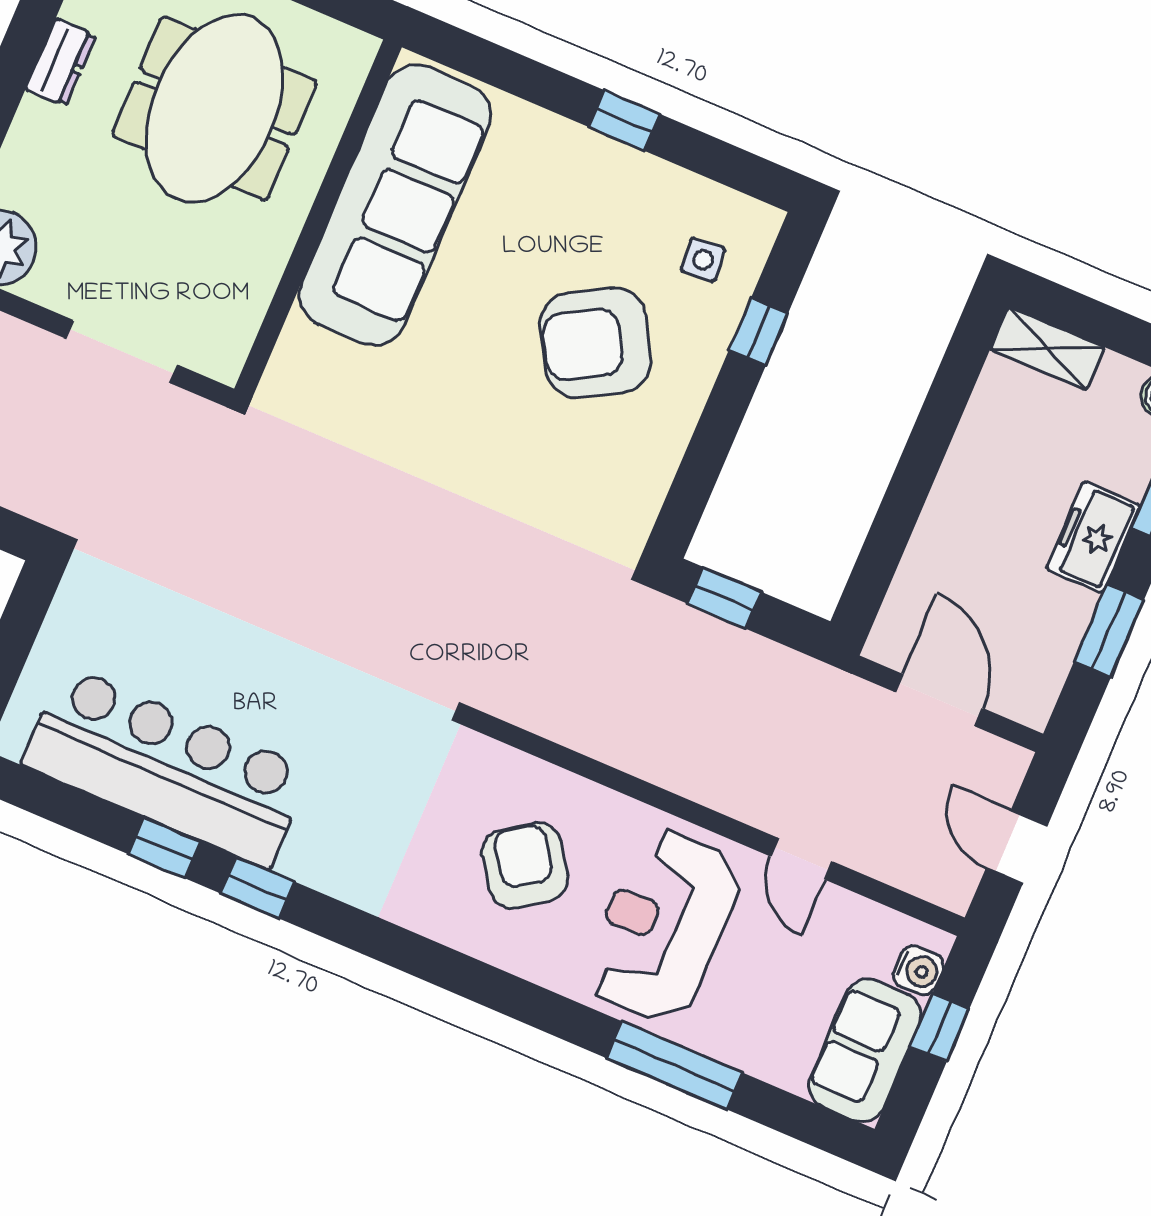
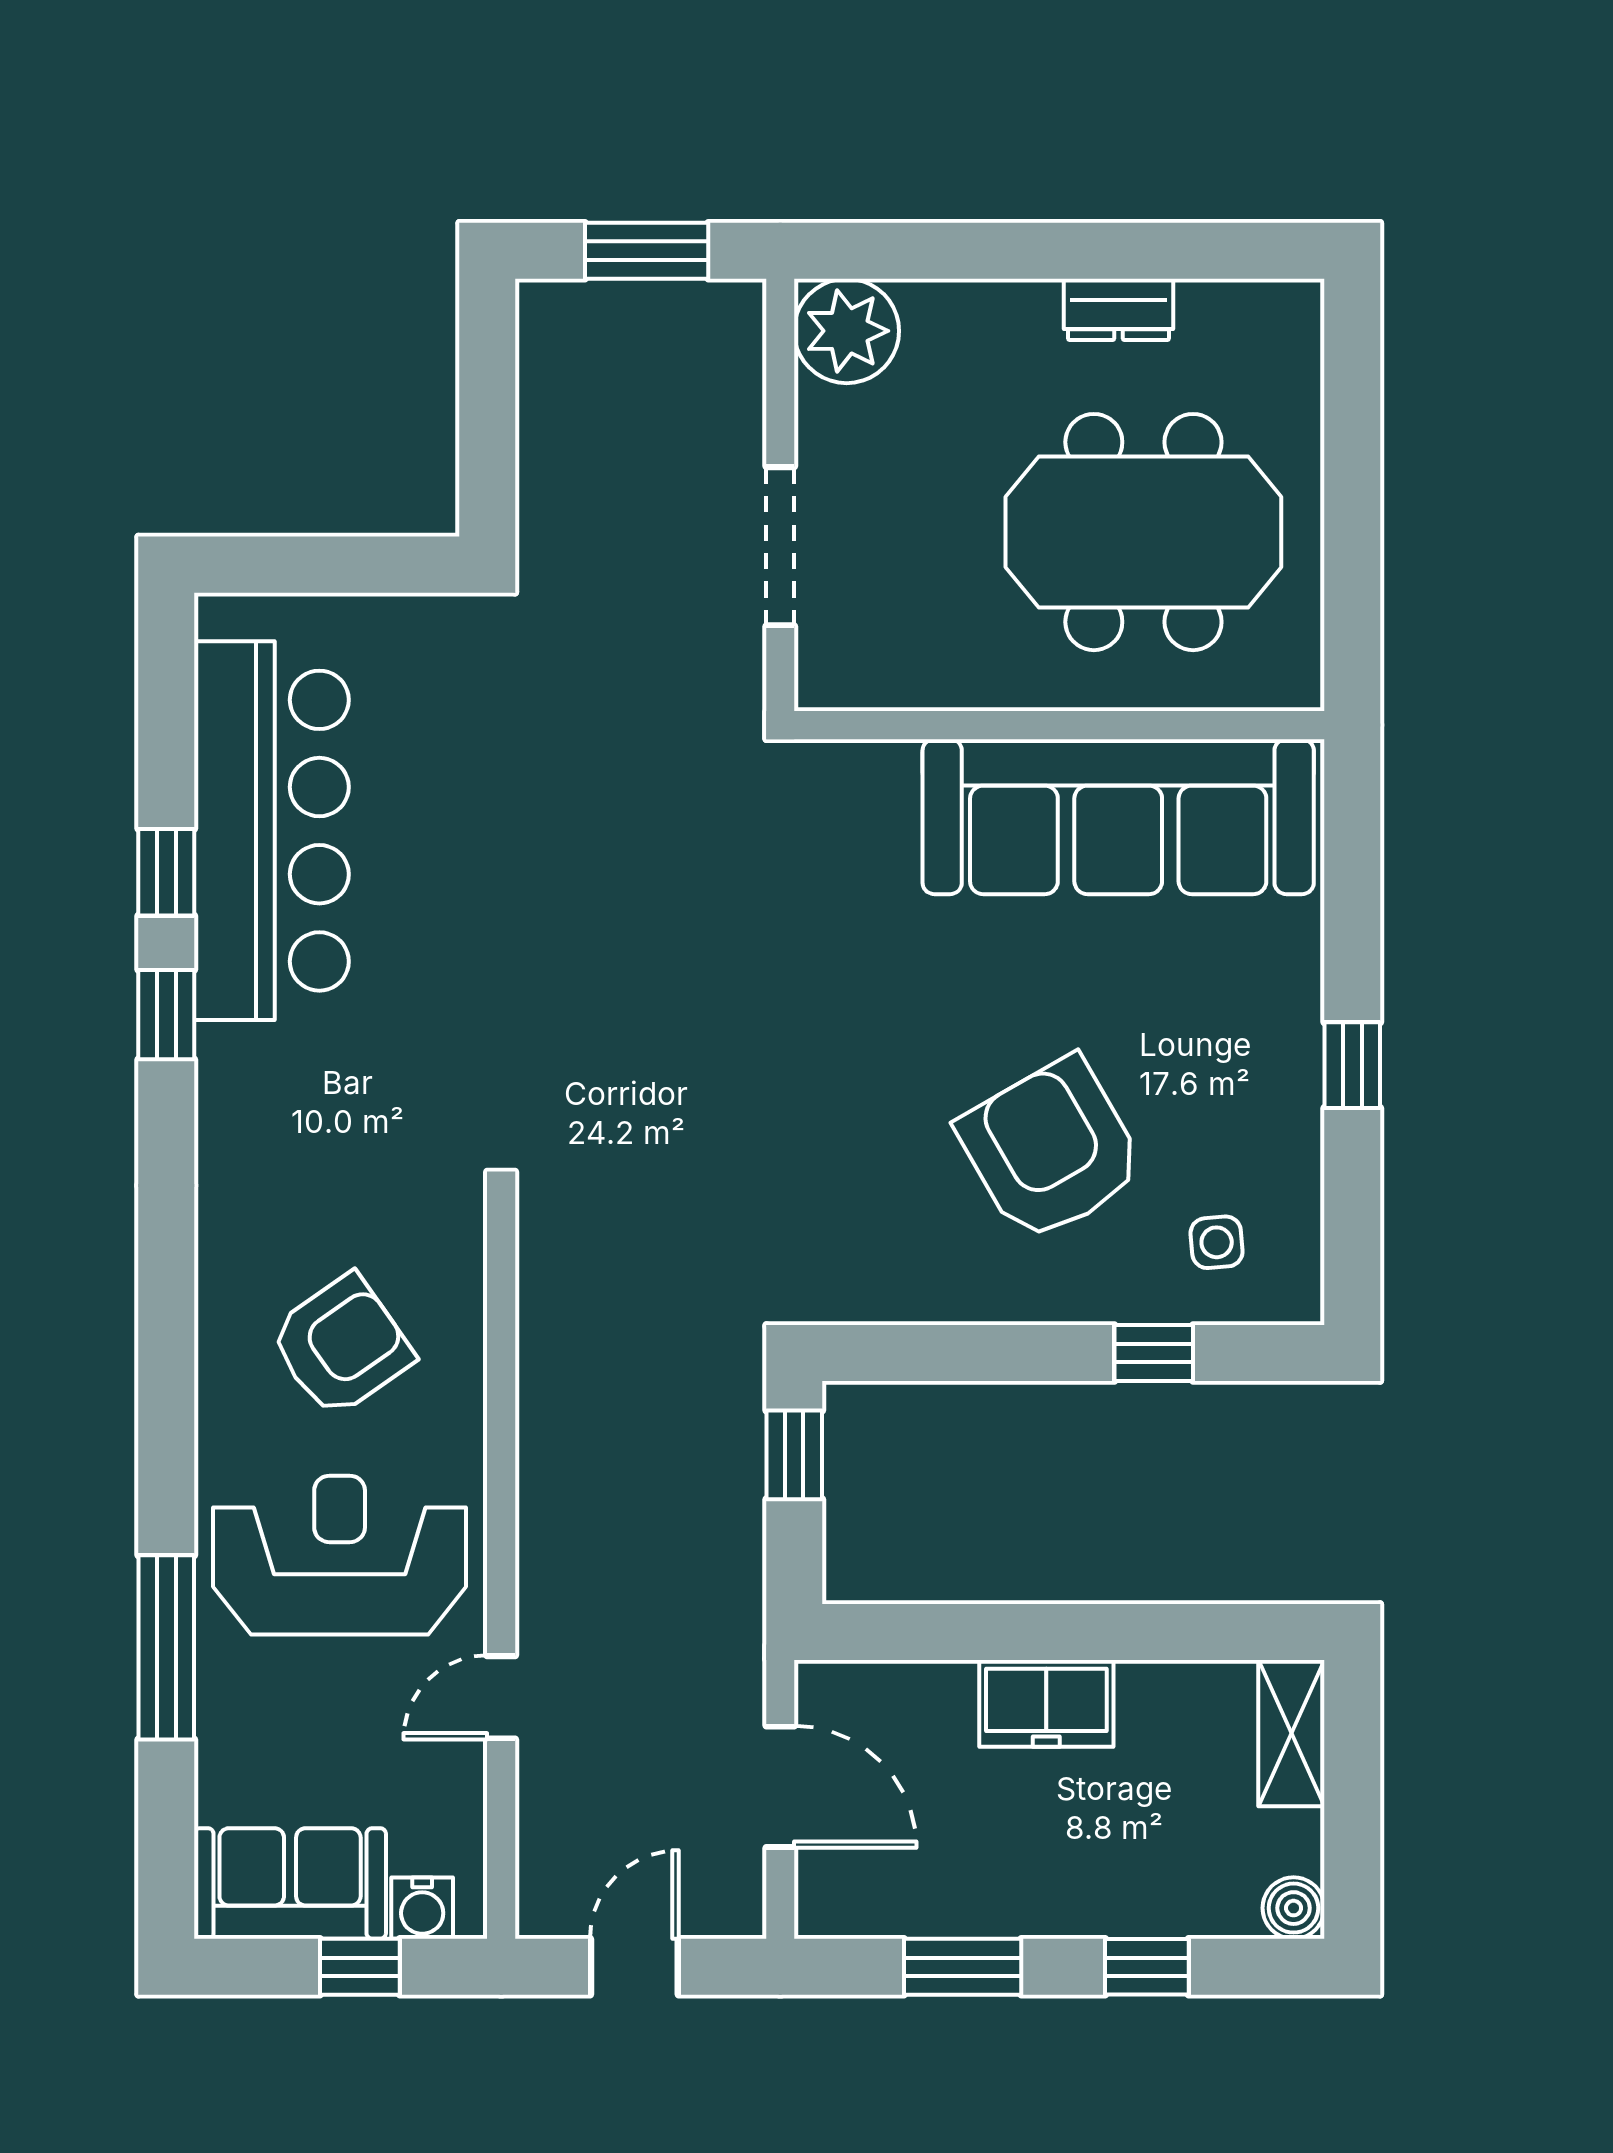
freezer: (1093, 537) -> (1046, 1703), moved, turned 180
door: (939, 700) -> (780, 1787), hinge flipped

